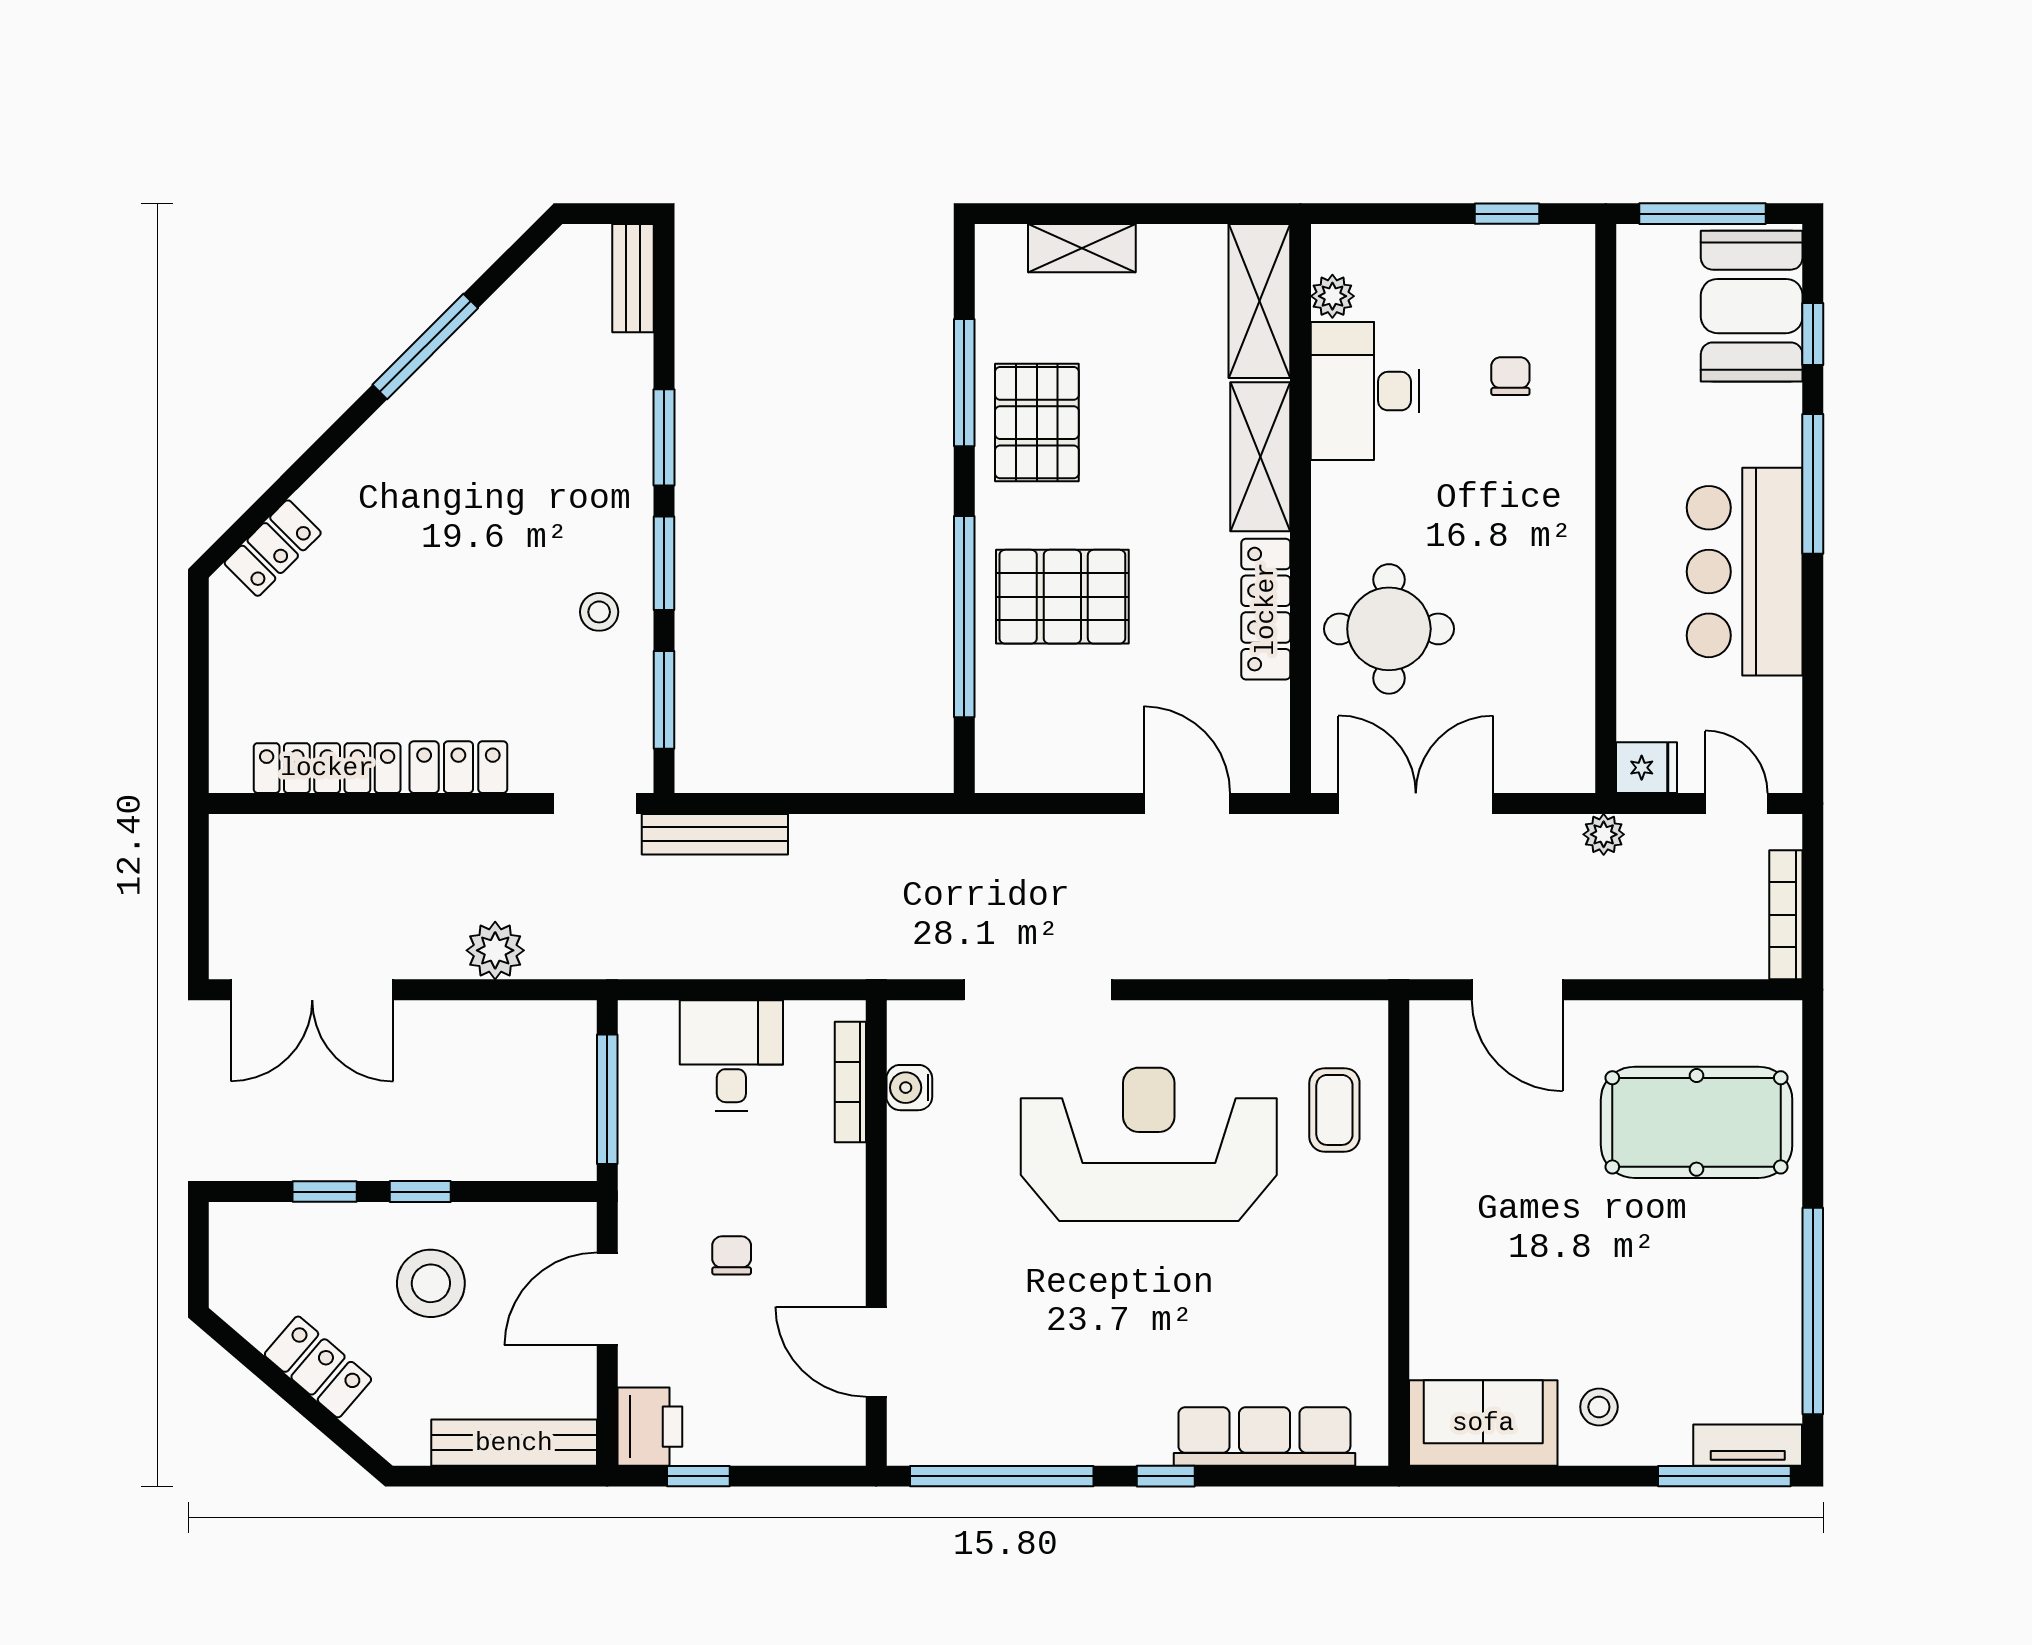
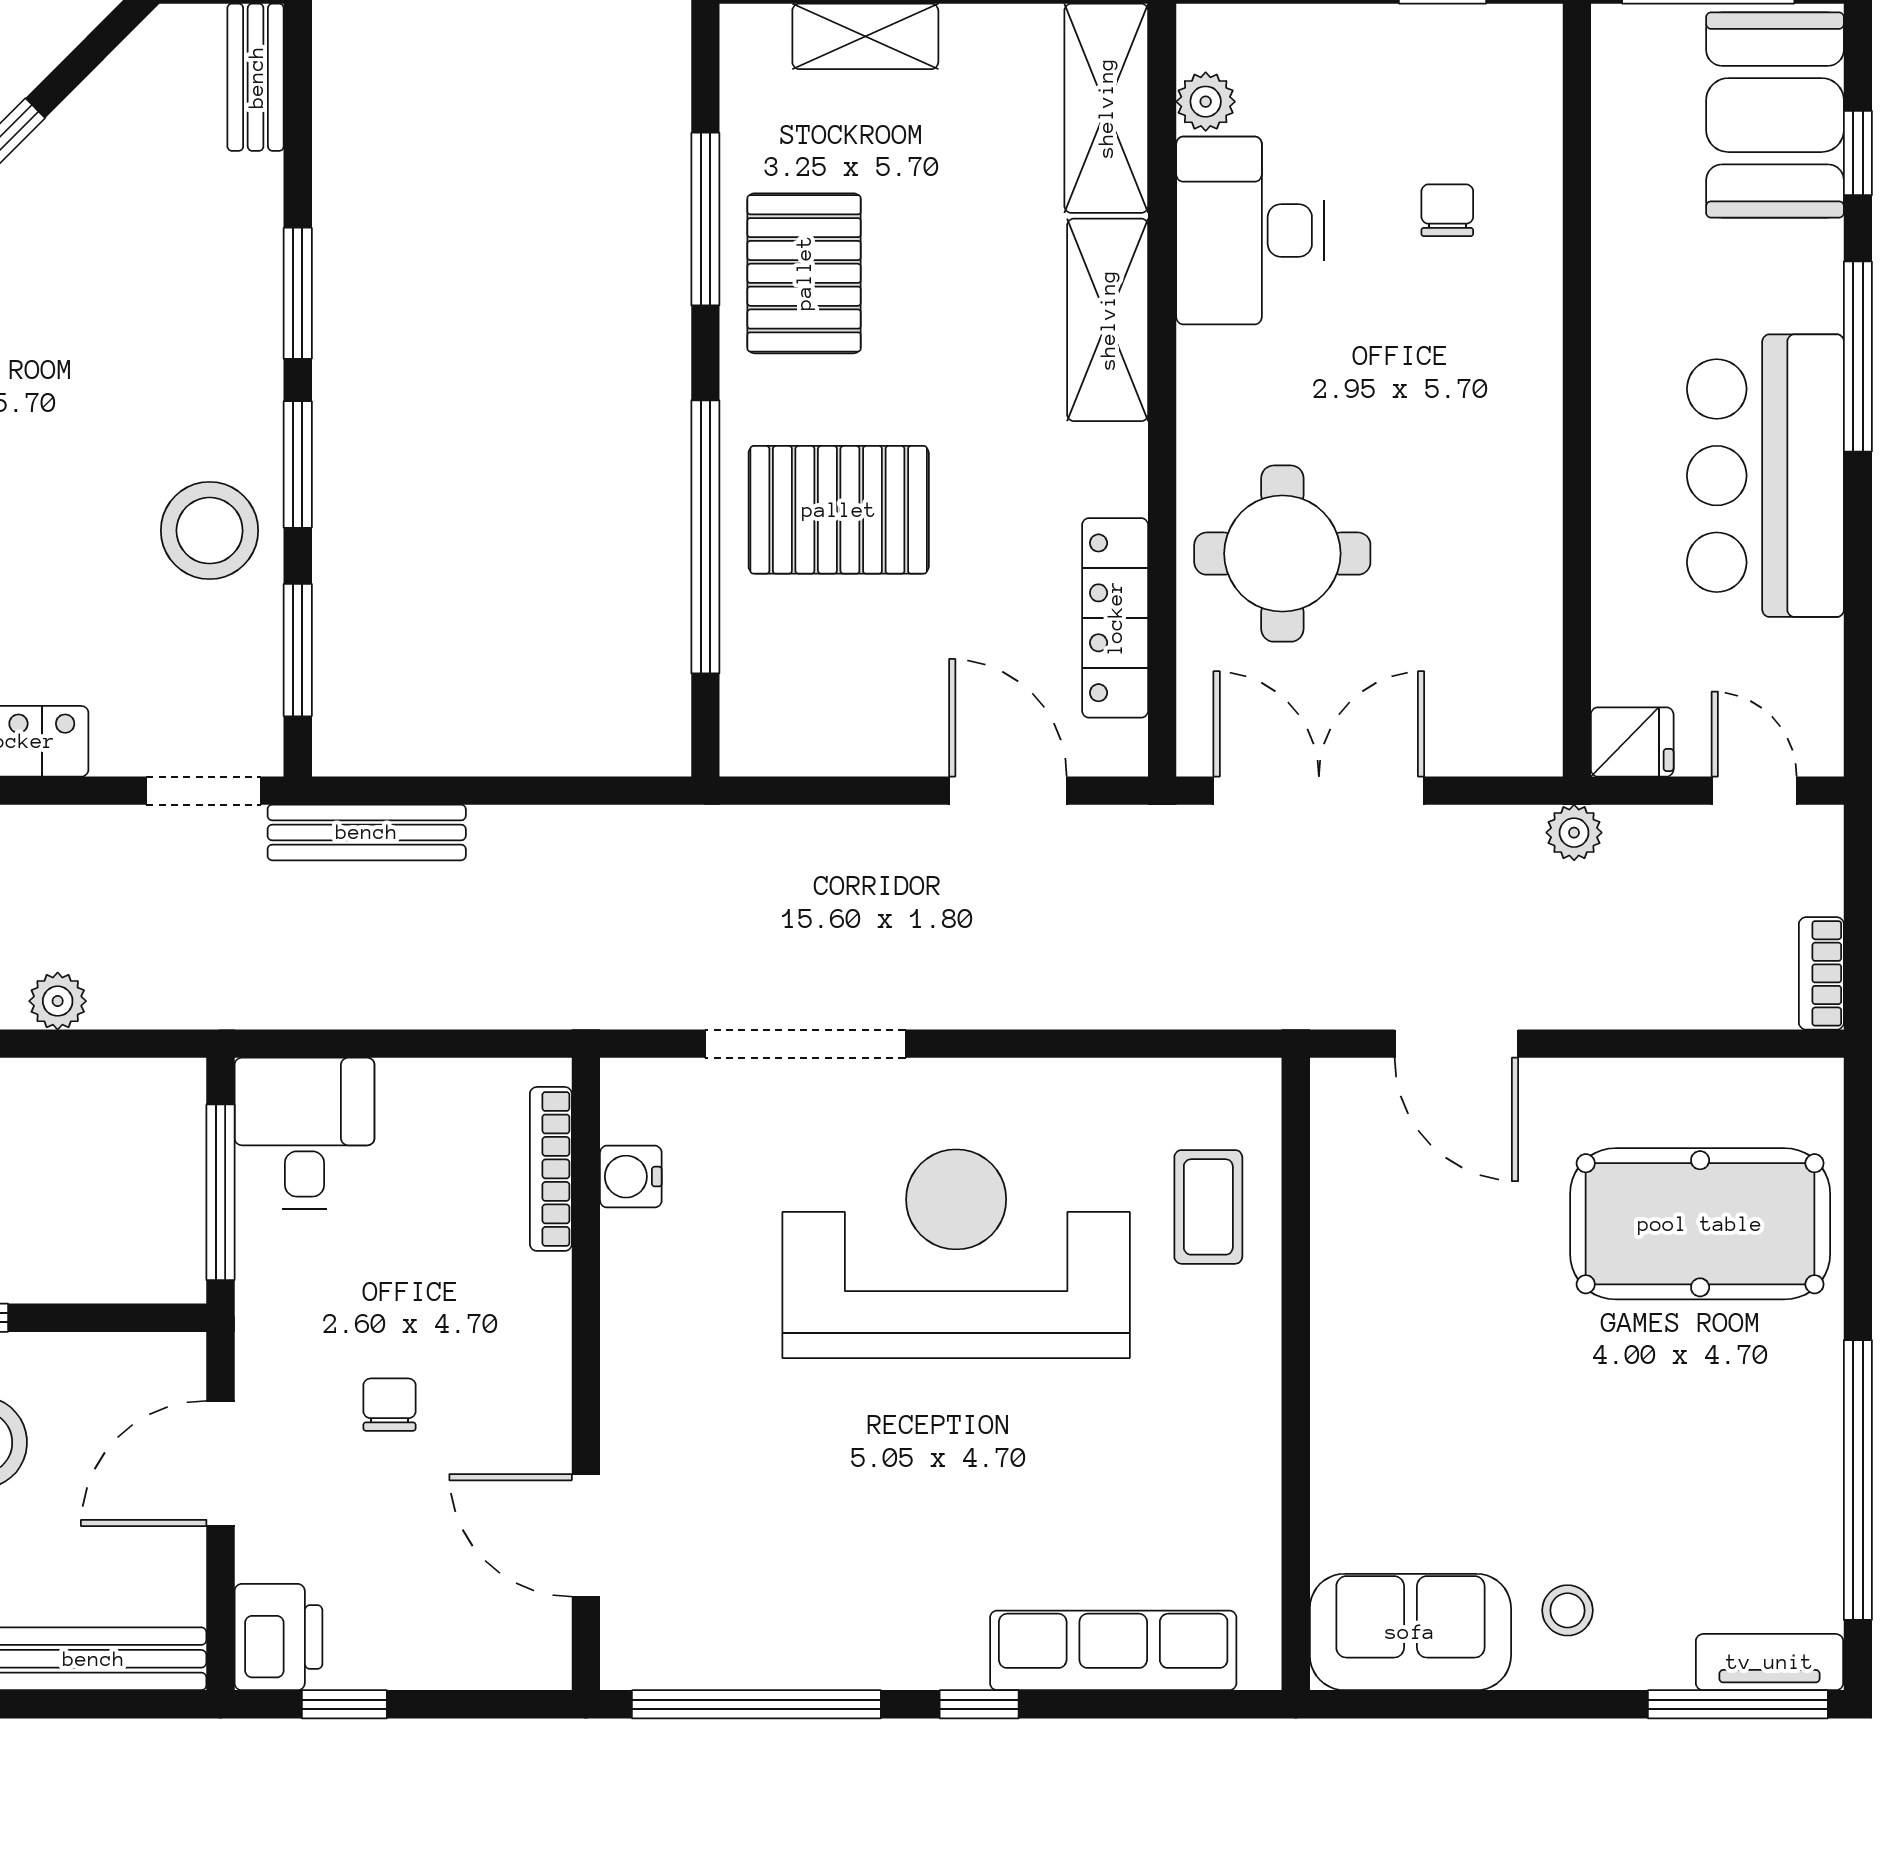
locker: (1266, 609) -> (1115, 618), moved
stool: (599, 612) -> (210, 531), width x1.89, depth x1.89
bookcase: (1786, 915) -> (1821, 973), width x0.64
plant: (495, 950) -> (58, 1001), width x0.73, depth x0.73
desk: (731, 1056) -> (305, 1133), moved

